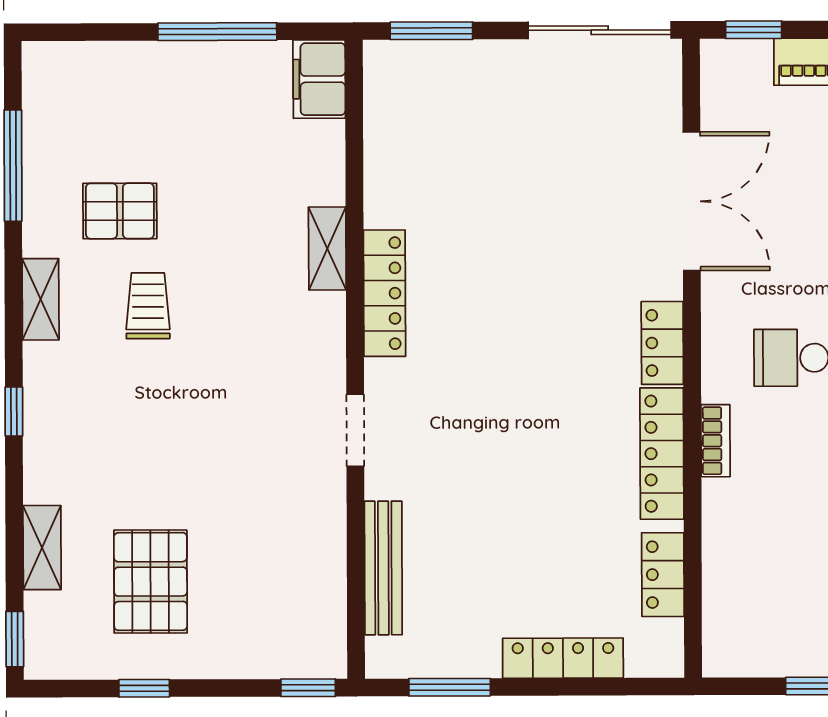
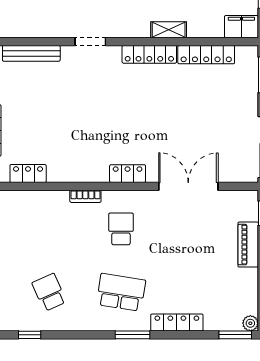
double door: (692, 201) -> (188, 186), swing flipped
locker: (662, 454) -> (206, 55), moved, turned 180

